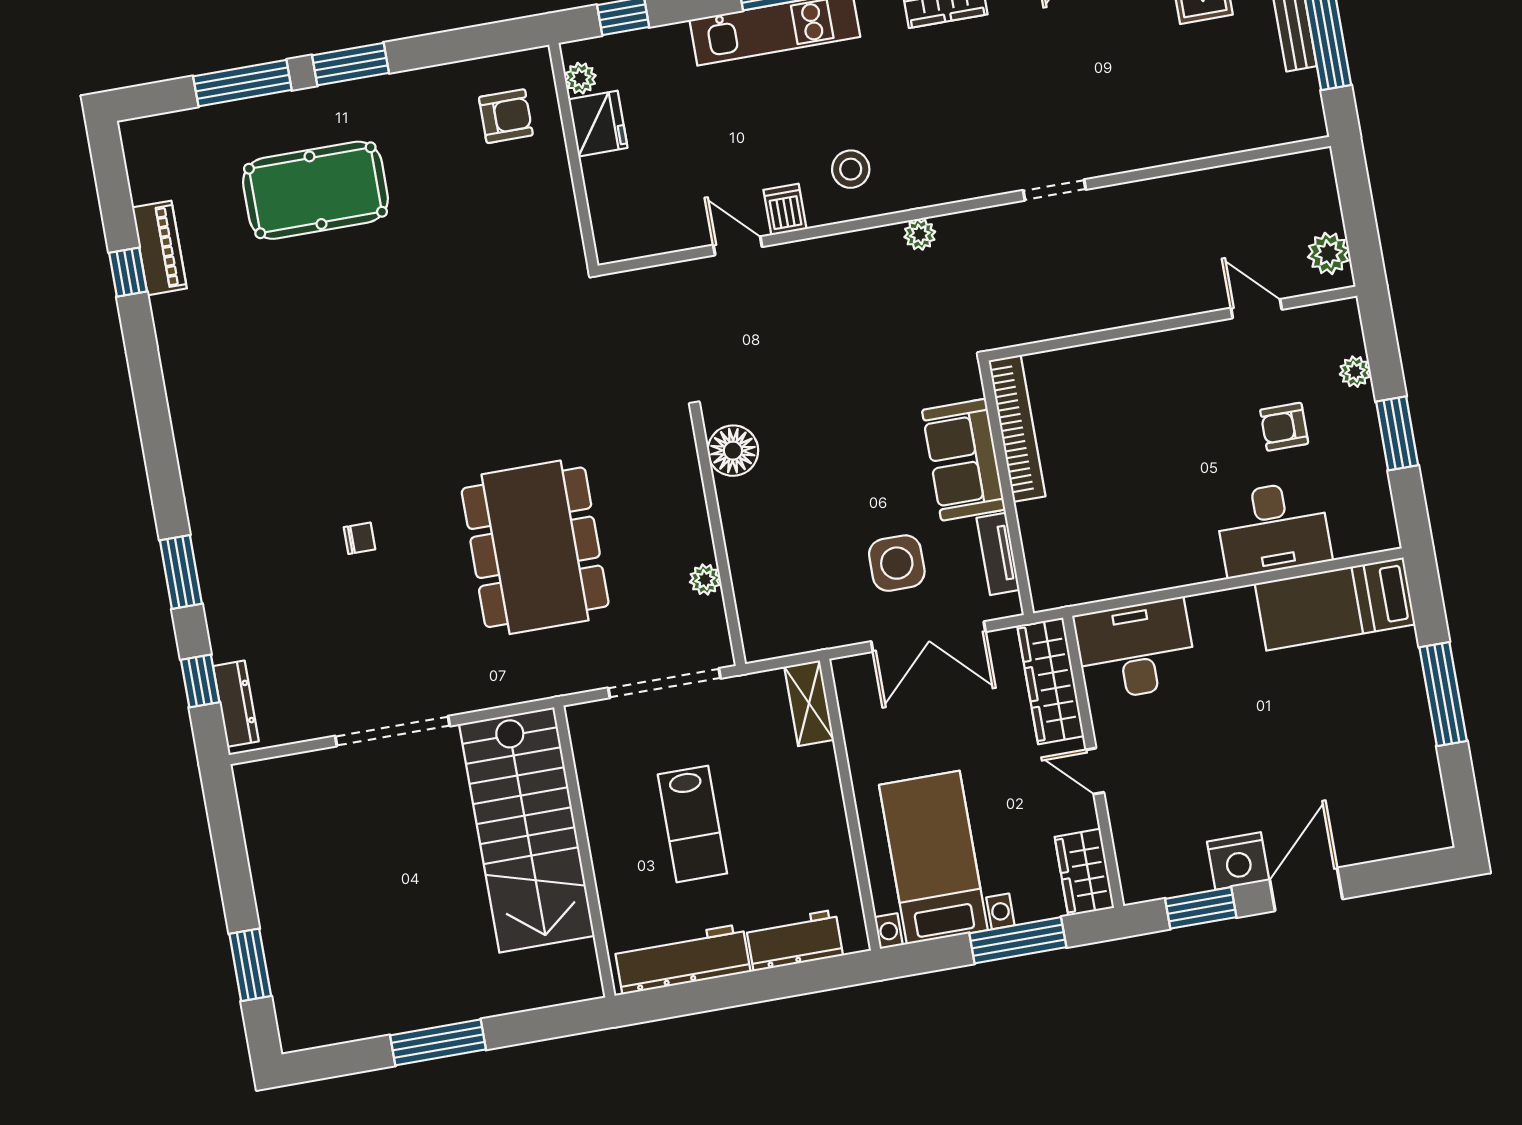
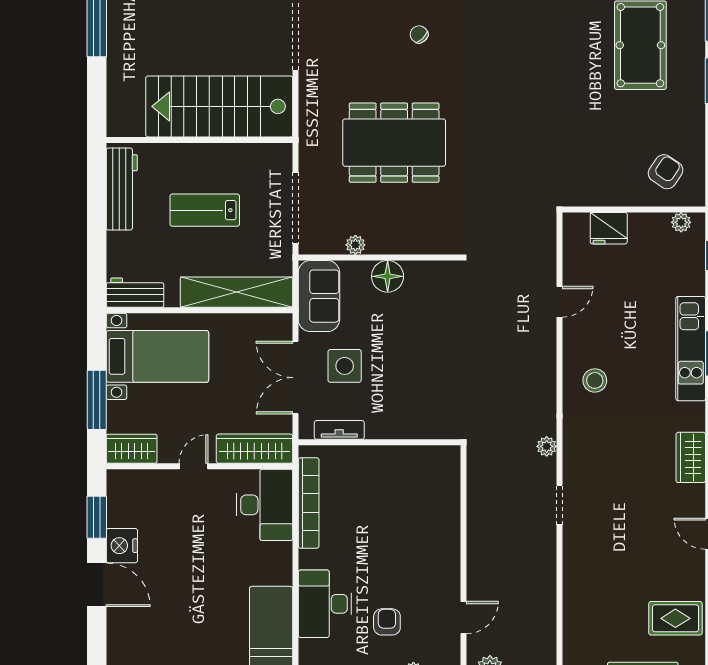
armchair: (506, 116) -> (666, 172), turned -146
fridge: (598, 124) -> (609, 228), moved
dishwasher: (785, 209) -> (577, 335), removed
plant: (920, 234) -> (547, 446), moved
bookcase: (1017, 428) -> (309, 503), moved, turned -90
floor lamp: (733, 451) -> (388, 276), moved
sofa: (964, 460) -> (319, 296), moved, turned 90
chair: (359, 538) -> (419, 34), turned 137
shelving: (809, 703) -> (236, 292), width x2.20, depth x1.33
workbench: (794, 940) -> (135, 293), moved, turned -90

